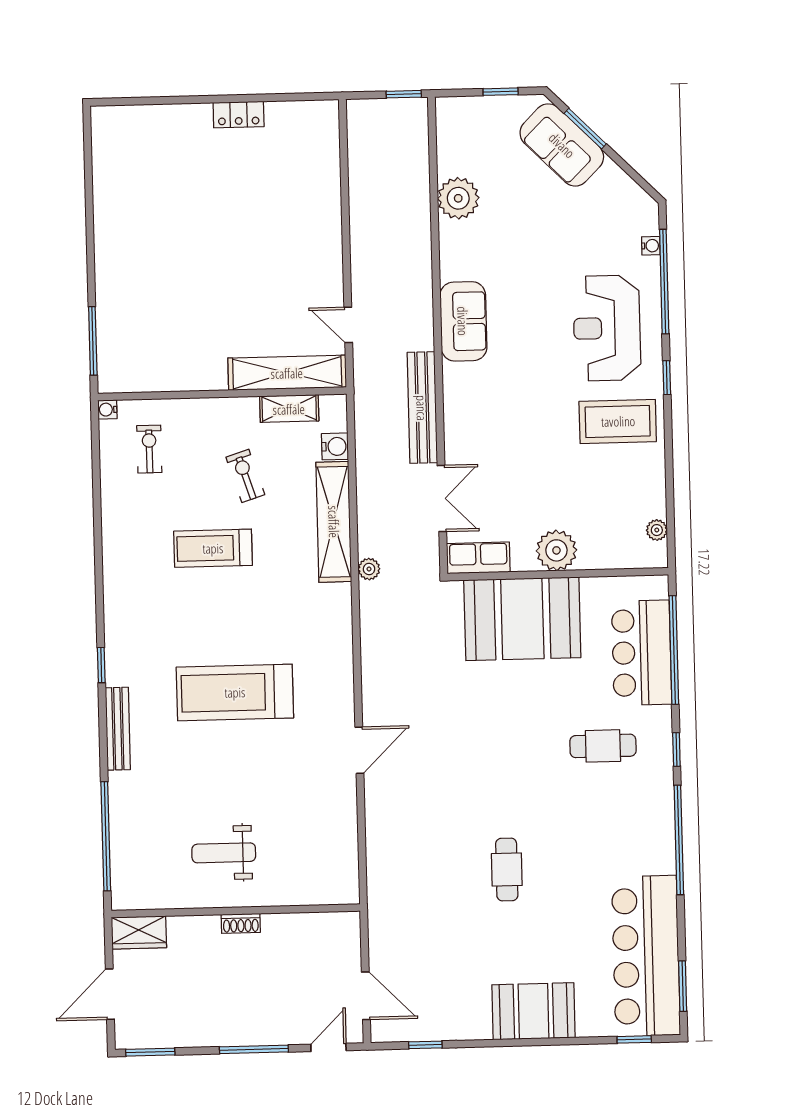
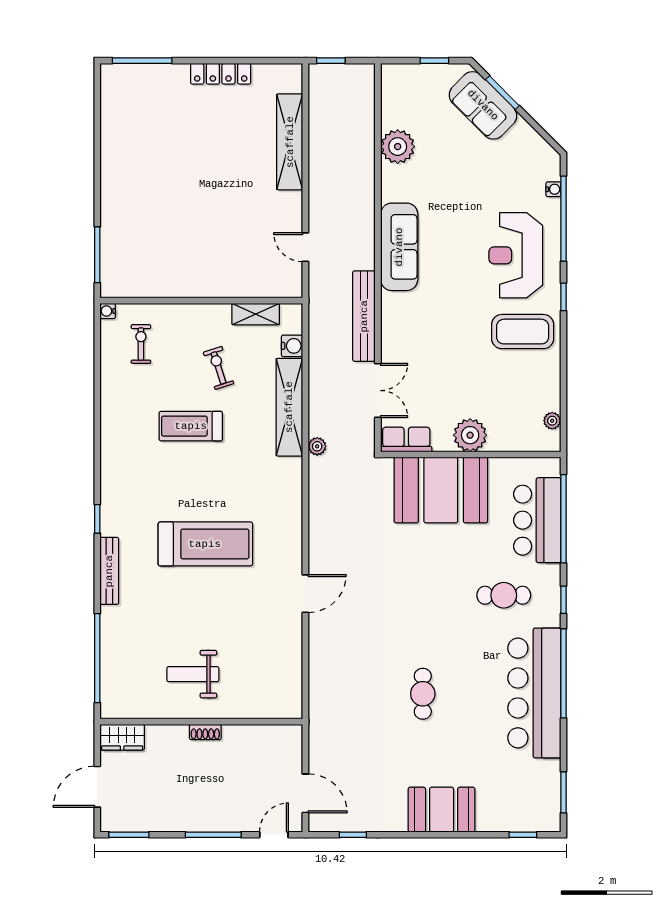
window: (404, 94) -> (331, 61), moved
window: (142, 101) -> (142, 61), added
locker: (239, 115) -> (221, 74), width x1.53
sofa: (463, 321) -> (399, 247), width x1.36
shelving: (287, 373) -> (290, 142), moved, turned 90
treadmill: (235, 692) -> (205, 544), turned 180
bar counter: (646, 956) -> (534, 693), moved

